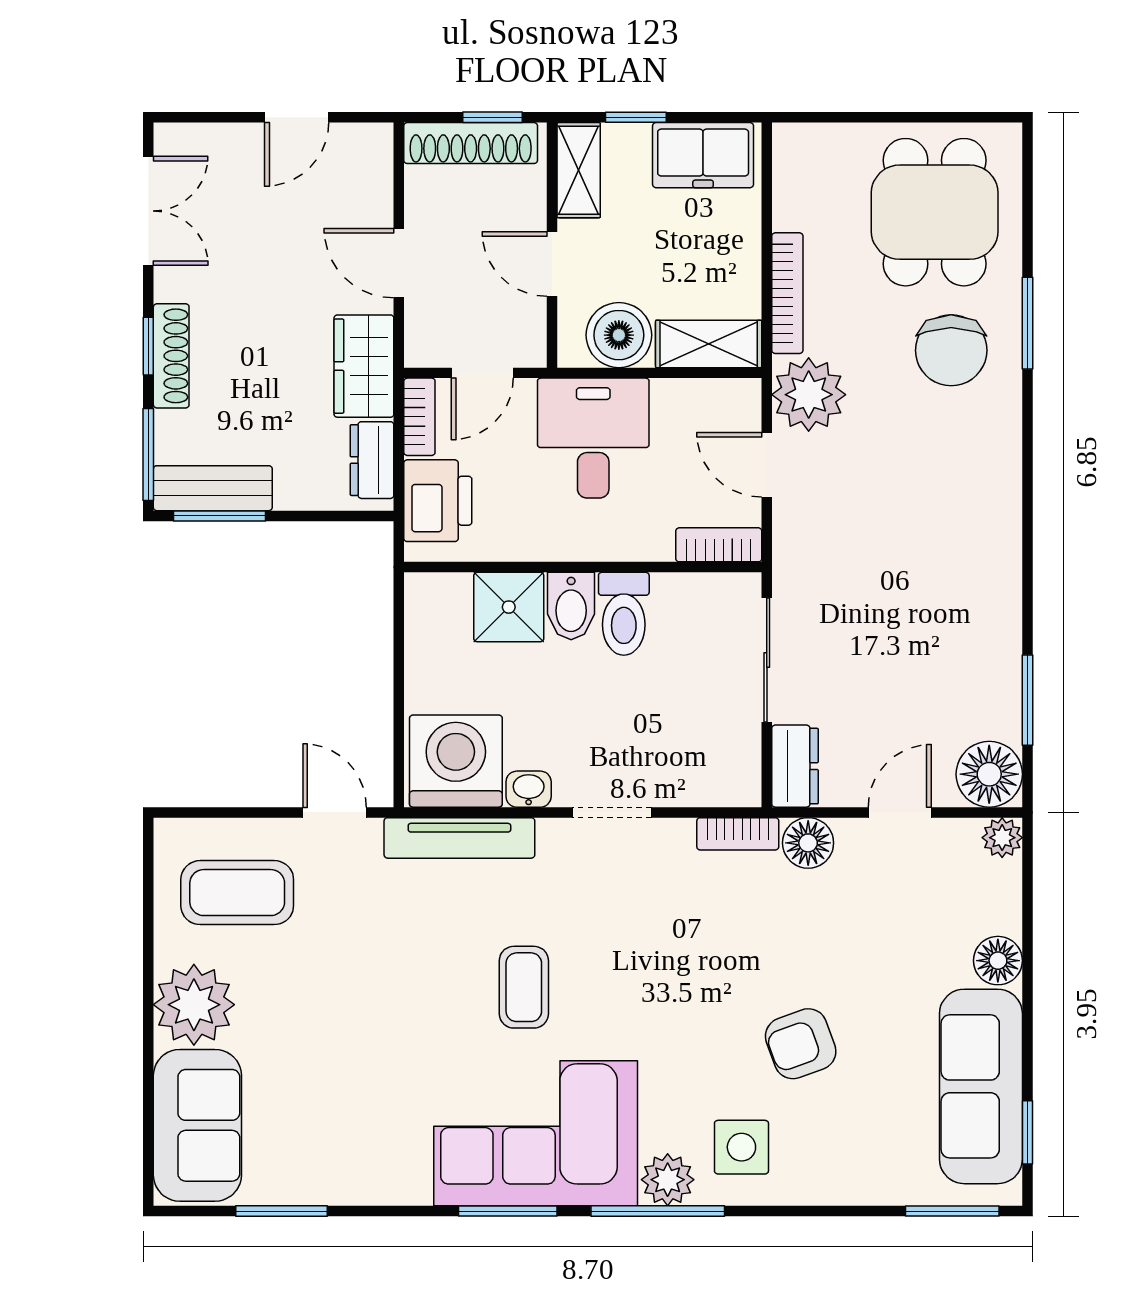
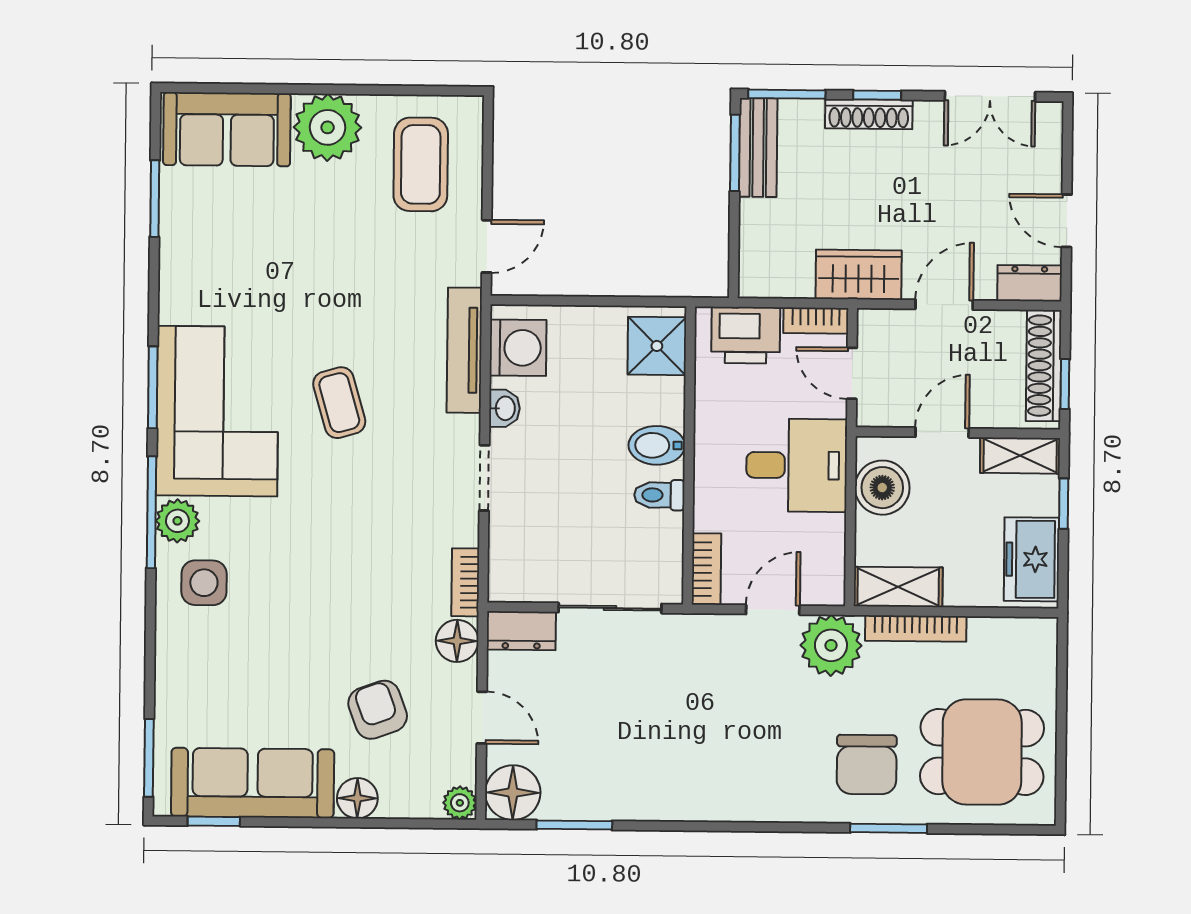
shelving: (709, 344) -> (898, 587), moved, turned 90
chair: (951, 350) -> (867, 765), turned -90
dresser: (372, 460) -> (1030, 283), moved
shower: (509, 607) -> (657, 346), moved
toilet: (624, 614) -> (659, 495), width x0.73, depth x0.72
washing machine: (456, 761) -> (518, 348), width x0.73, depth x0.73
coffee table: (524, 987) -> (339, 403), turned 74
armchair: (801, 1044) -> (378, 710), moved

